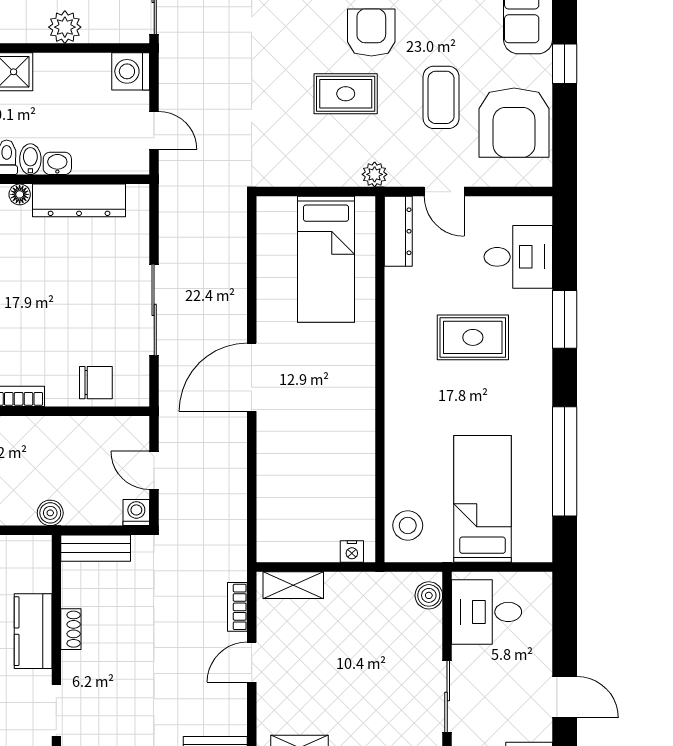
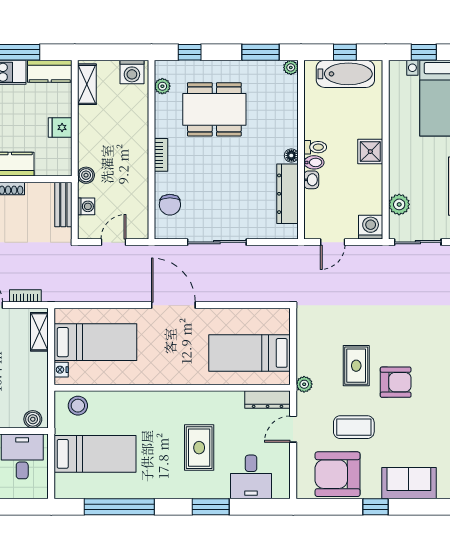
plant: (65, 27) -> (399, 204), moved
bed: (309, 498) -> (95, 342), added
washing machine: (136, 513) -> (86, 206), moved

